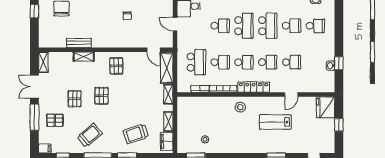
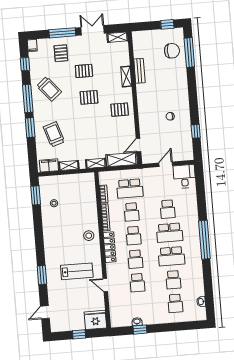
lab bench: (275, 122) -> (77, 271), turned 90

